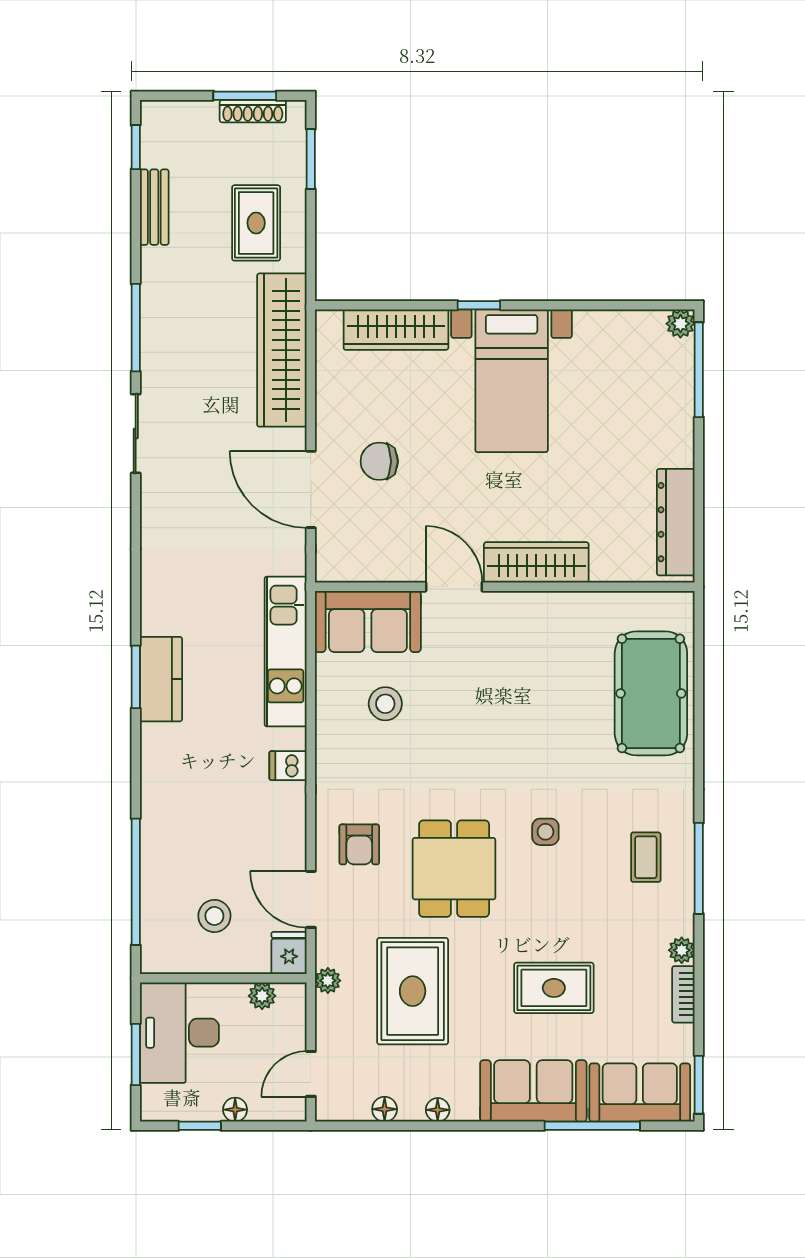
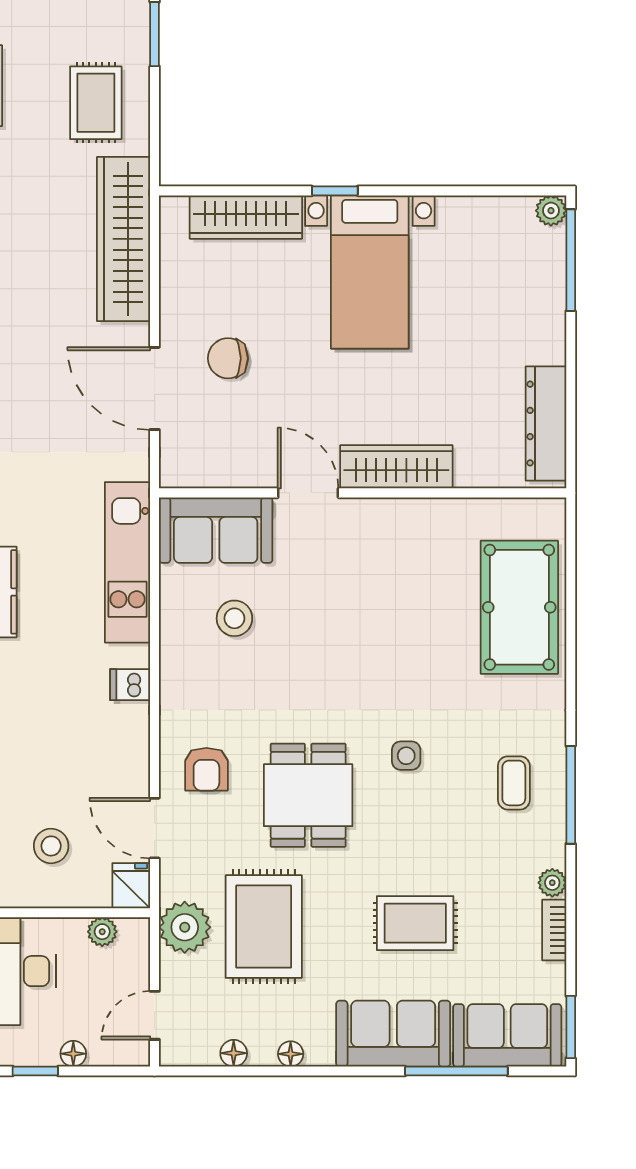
plant: (328, 981) -> (185, 927), width x1.88, depth x1.88

